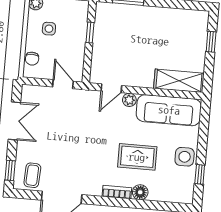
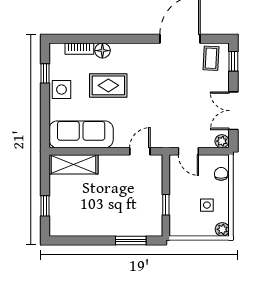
plant: (129, 100) -> (222, 141), moved
bookcase: (117, 192) -> (79, 49), moved

